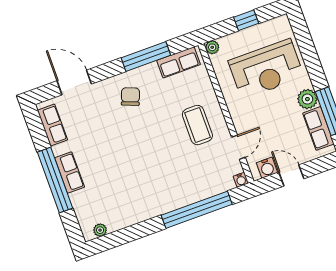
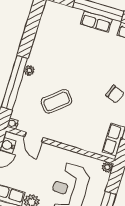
coffee table: (197, 125) -> (57, 101), moved, turned -40
plant: (100, 230) -> (29, 70), moved

